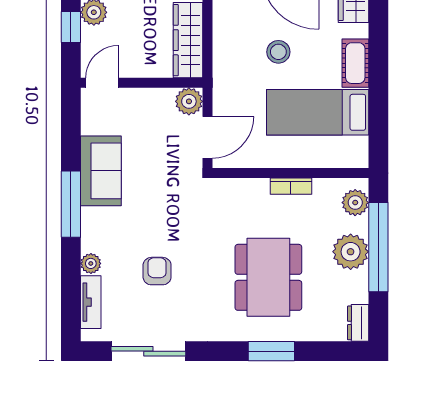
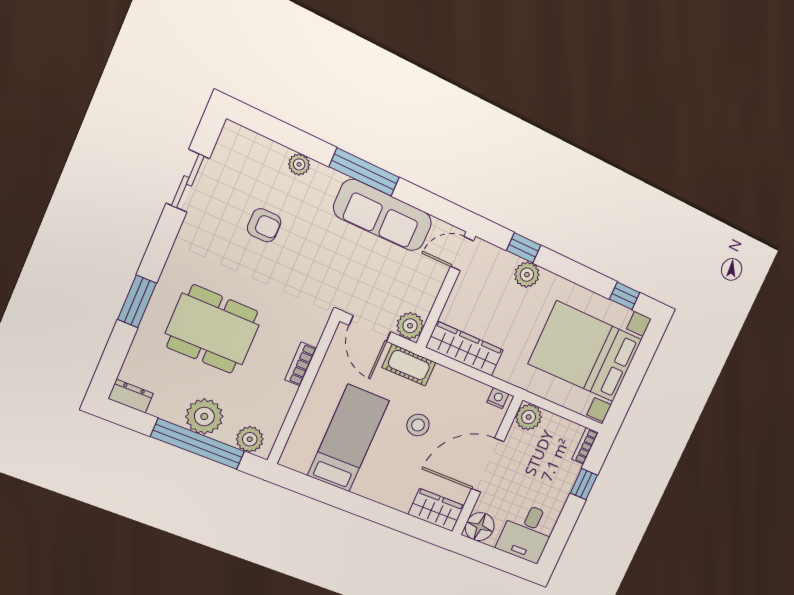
cot: (355, 63) -> (409, 365), moved
door: (102, 83) -> (462, 254), swing flipped
sofa: (101, 171) -> (383, 215), width x1.36
bookcase: (291, 186) -> (301, 364), moved
tv unit: (91, 302) -> (261, 147), removed
sliding door: (148, 351) -> (188, 181), width x0.73

